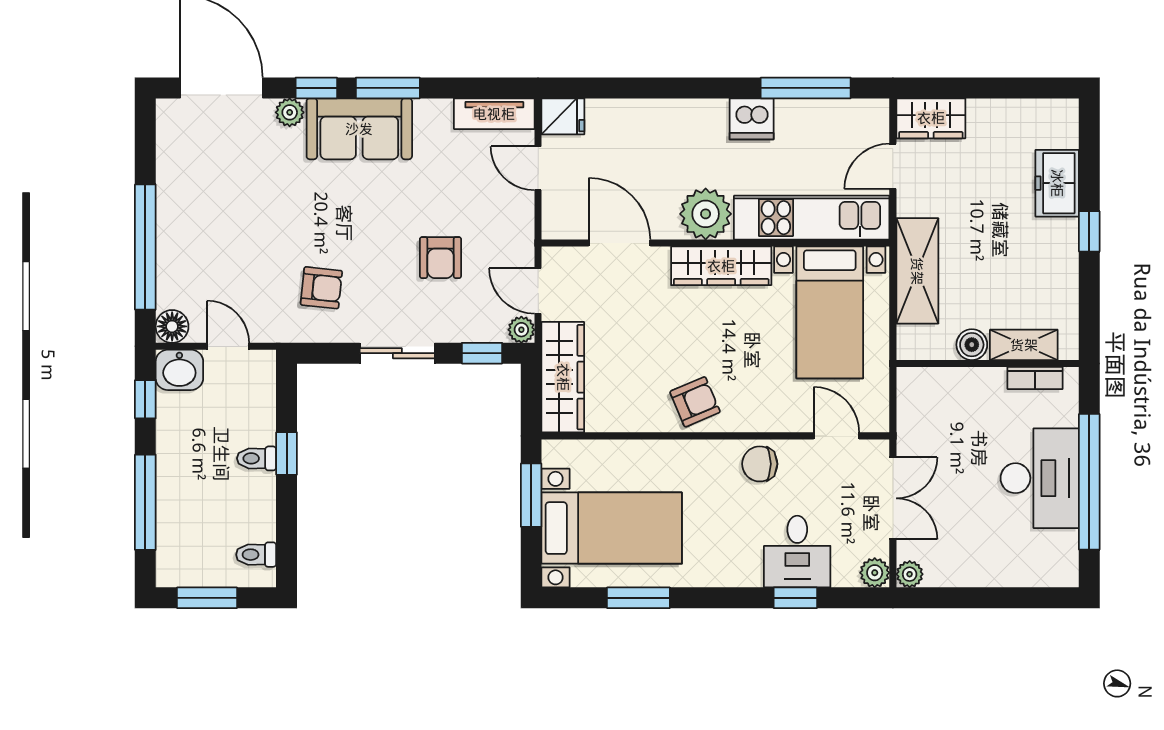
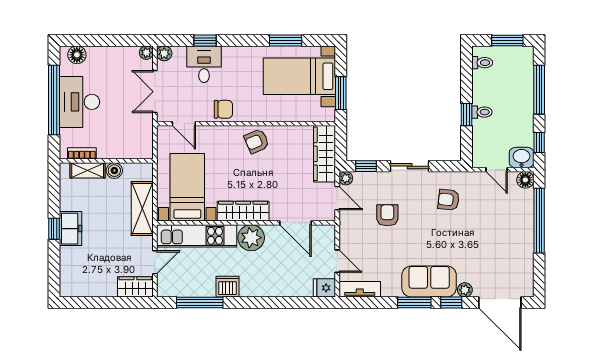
freezer: (1057, 183) -> (70, 229), moved
floor lamp: (1045, 570) -> (77, 55), added

